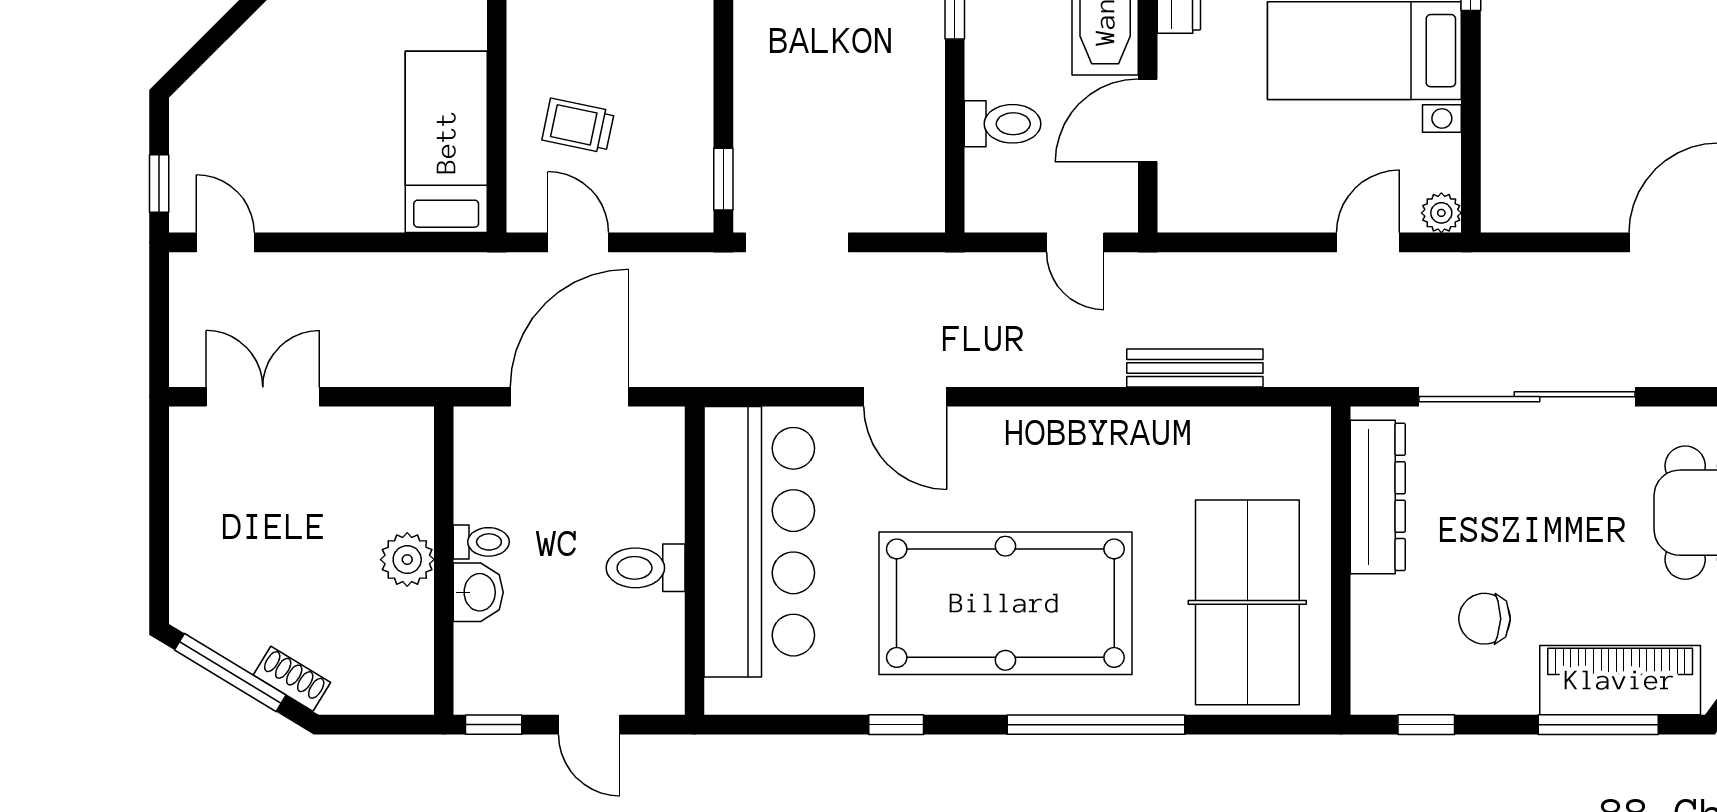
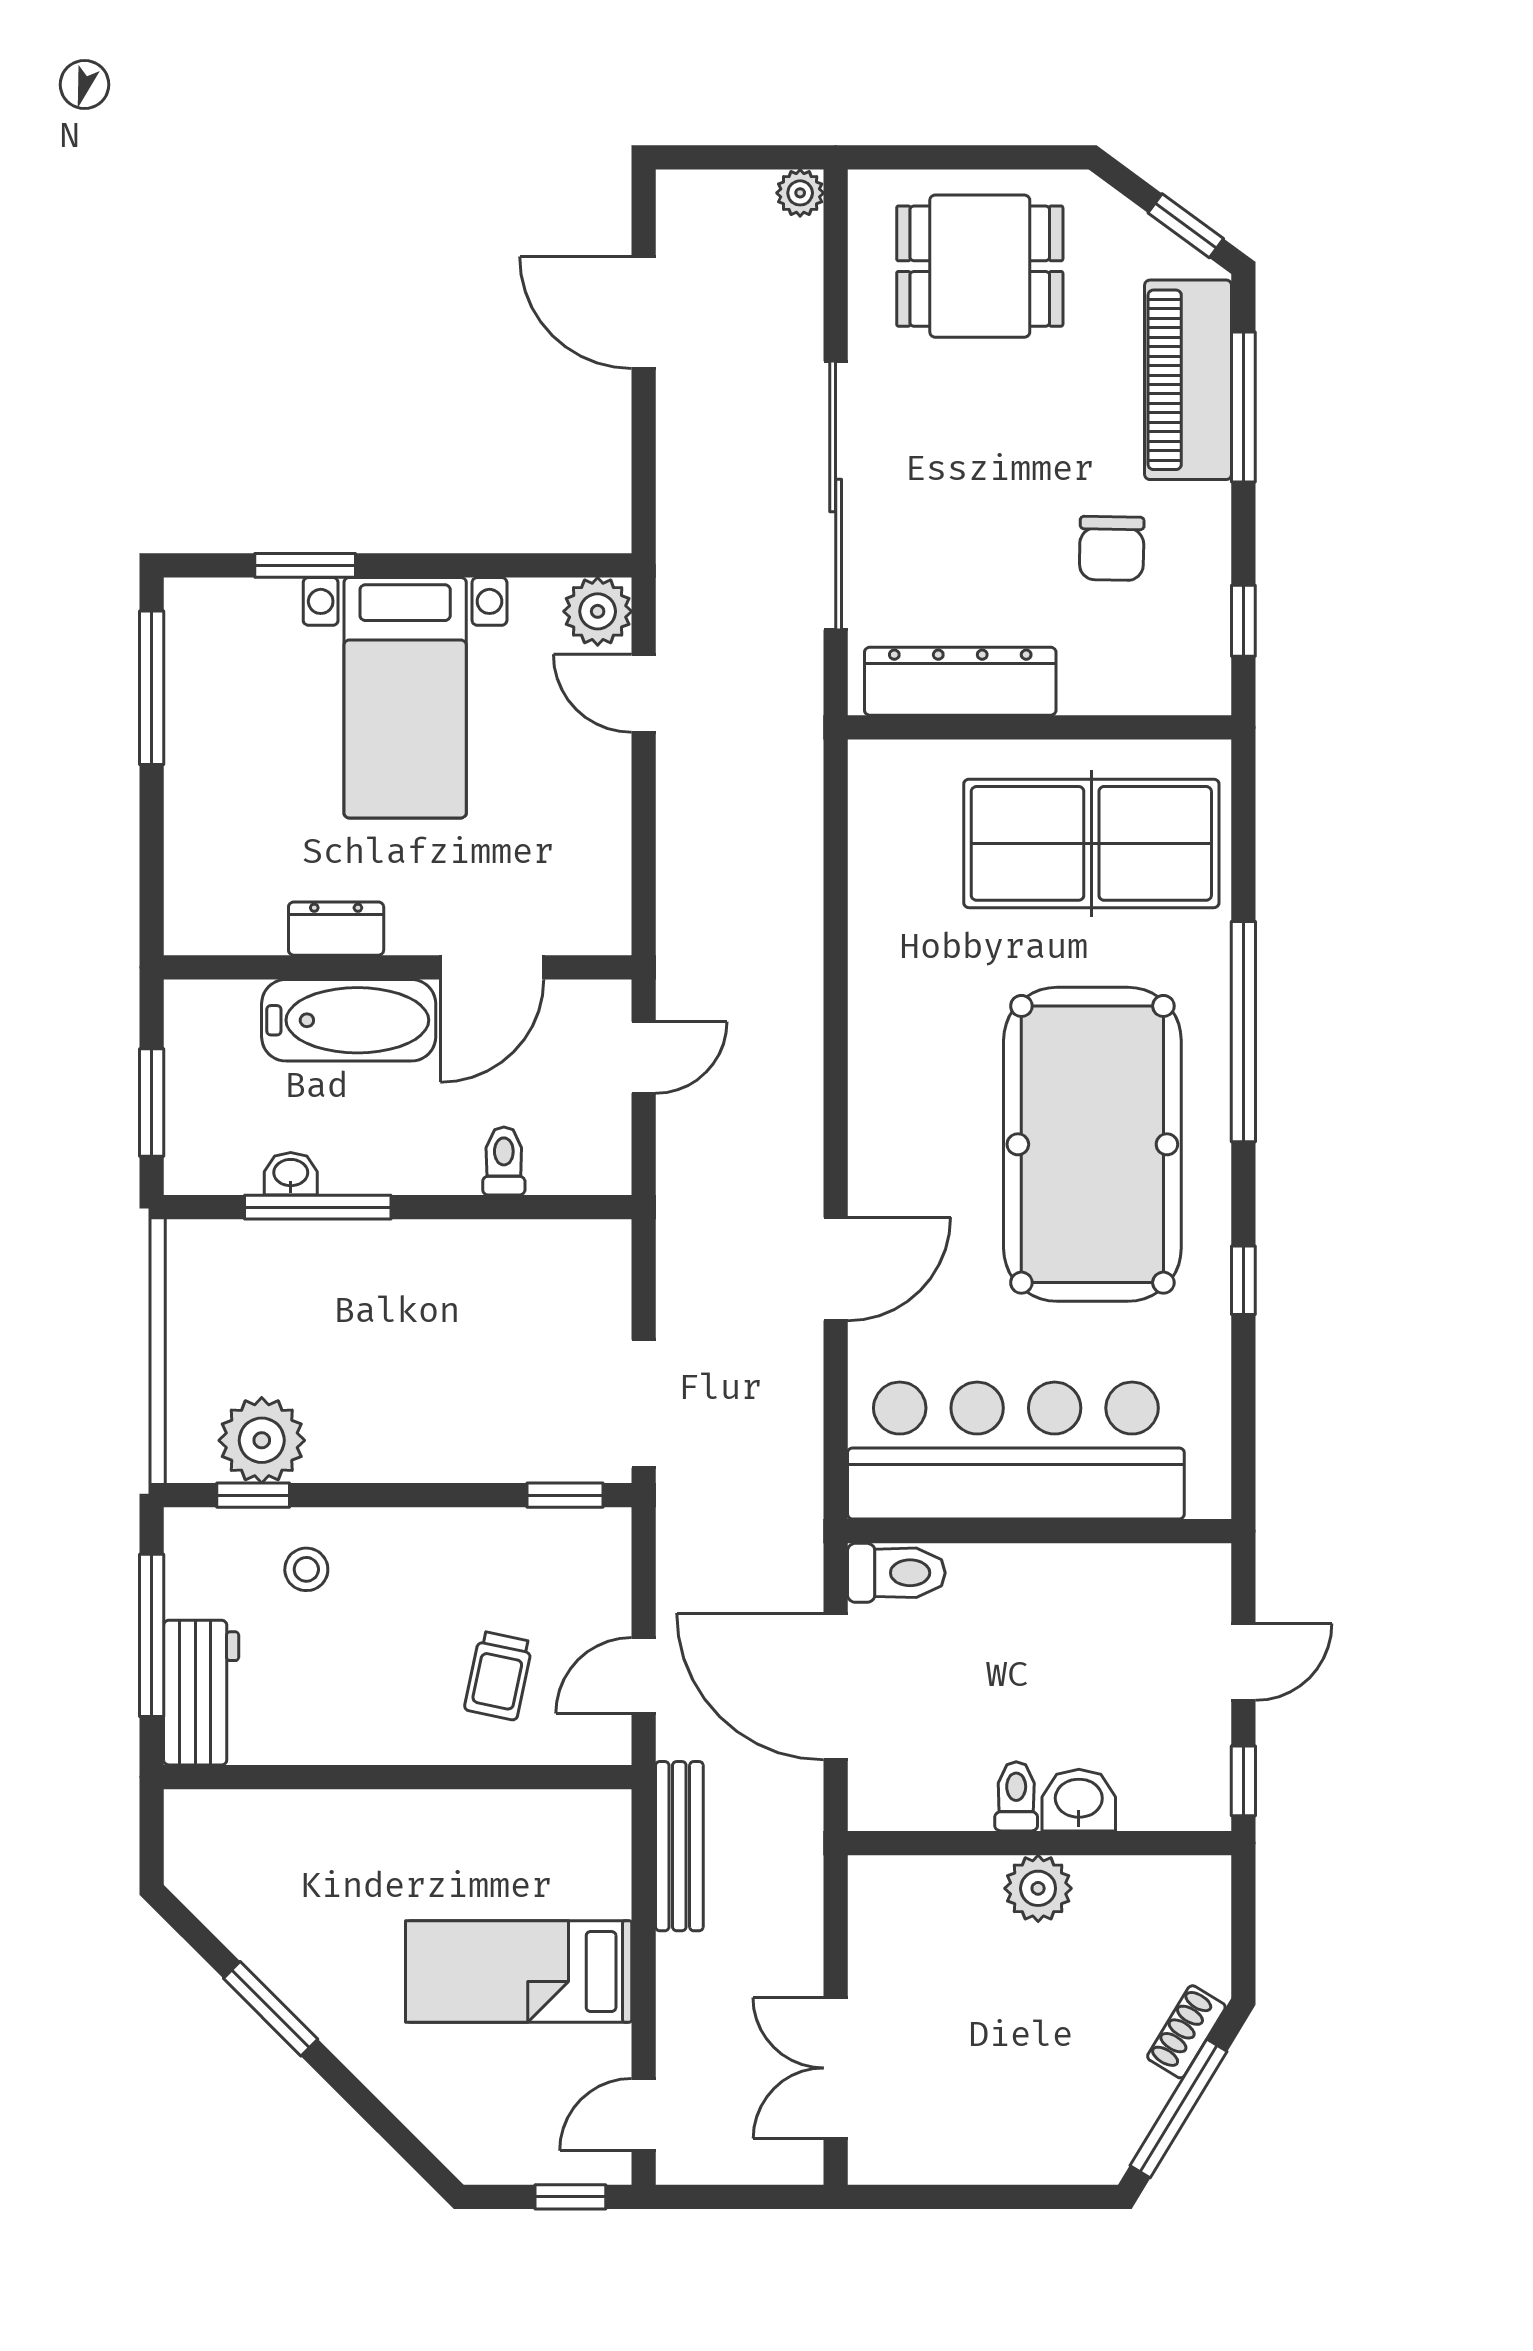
door: (1148, 121) -> (492, 967), hinge flipped
toilet: (1003, 124) -> (504, 1161), width x0.73, depth x0.72
bed: (446, 142) -> (519, 1971), moved
plant: (1441, 213) -> (598, 611), width x1.38, depth x1.38
bench: (1195, 368) -> (679, 1846), moved
toilet: (646, 568) -> (896, 1573), moved, turned -90

